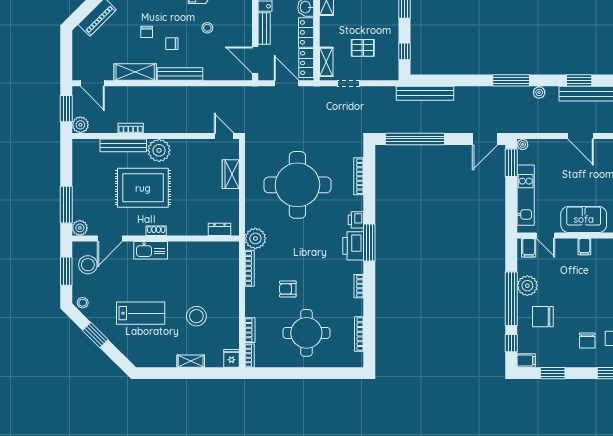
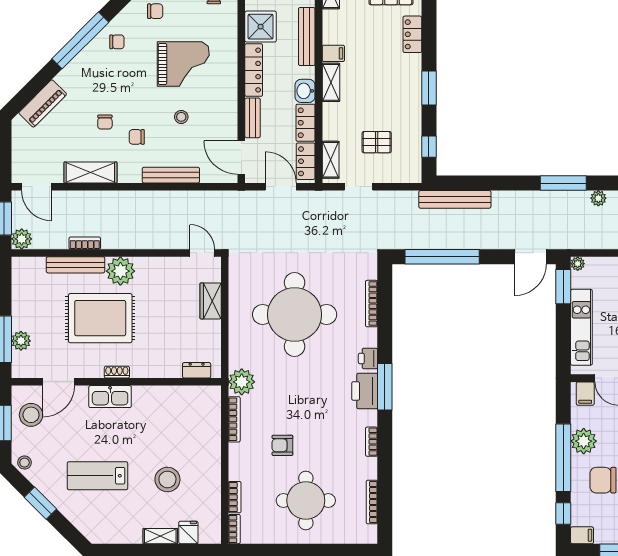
bench: (180, 74) -> (171, 175), moved
plant: (80, 228) -> (21, 341), moved
lab bench: (141, 313) -> (97, 476), turned 180
fridge: (231, 358) -> (188, 532), moved

